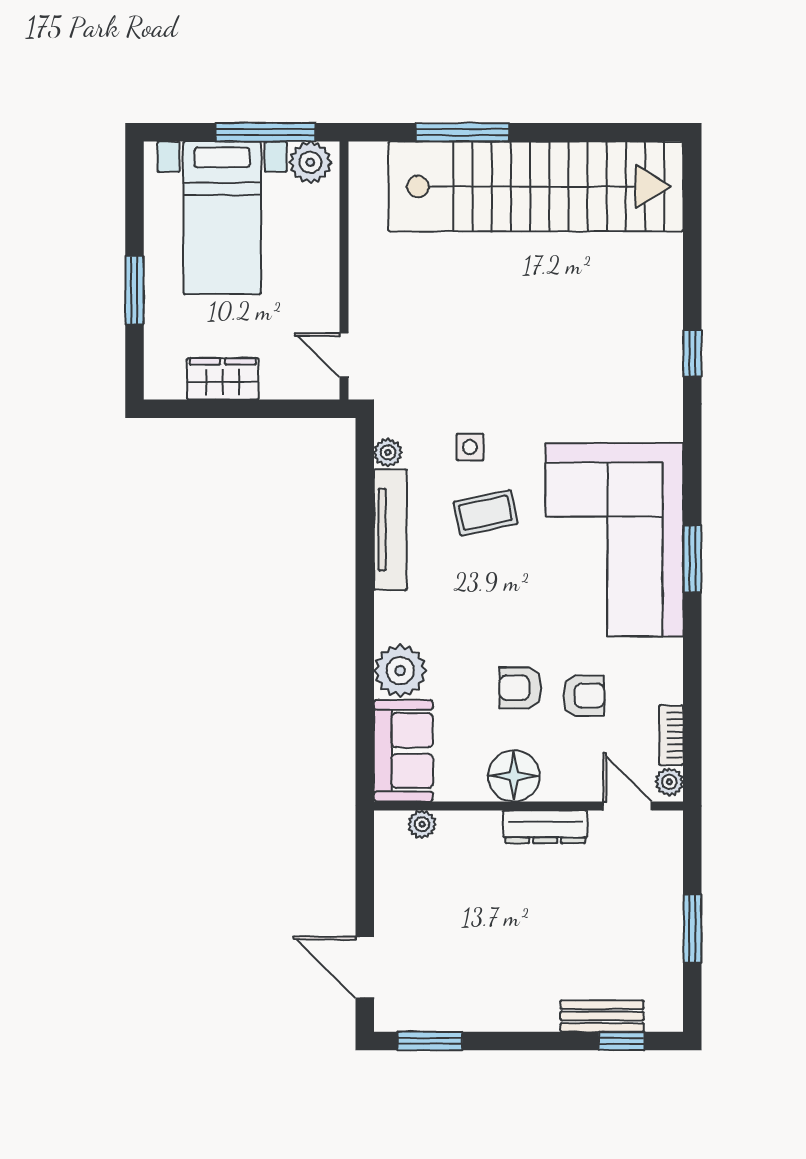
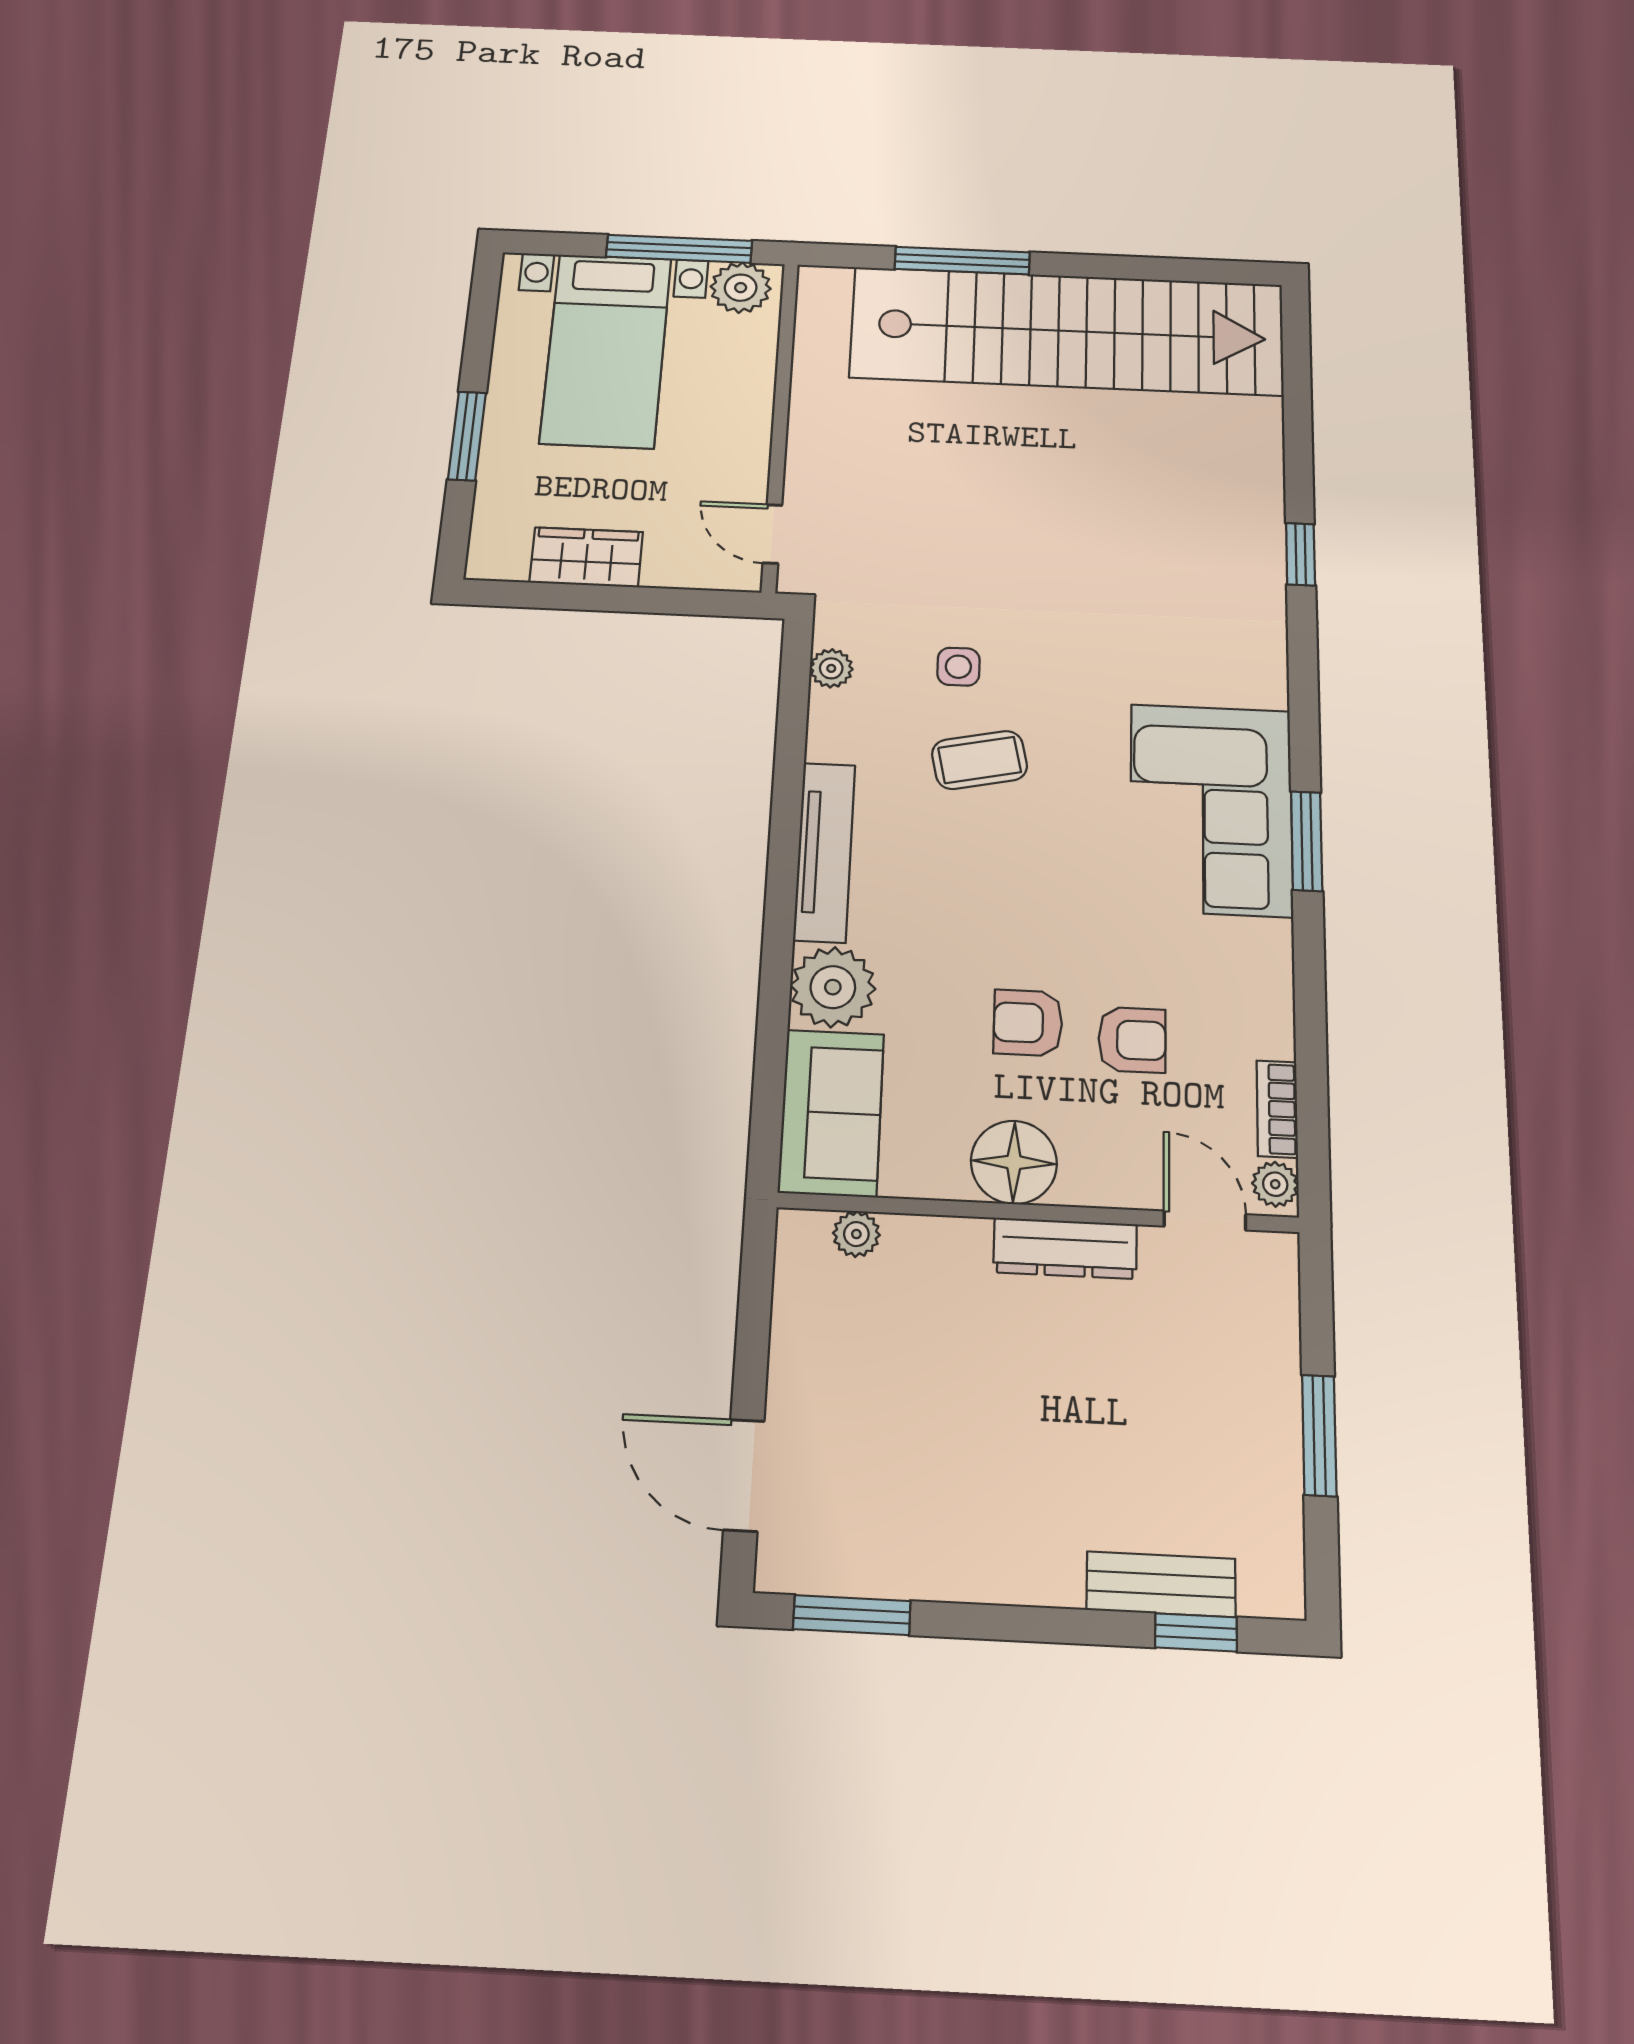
tv unit: (390, 530) -> (824, 852), moved
corner sofa: (614, 540) -> (1211, 809), width x0.73, depth x0.74

